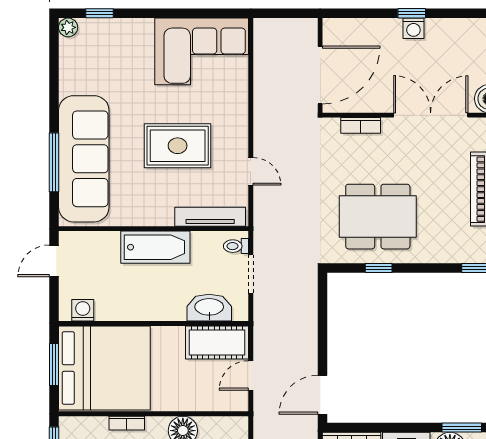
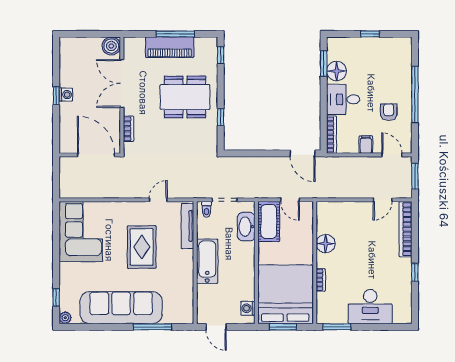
sofa: (84, 159) -> (121, 308), moved
dining table: (378, 217) -> (185, 97), moved, turned 90

